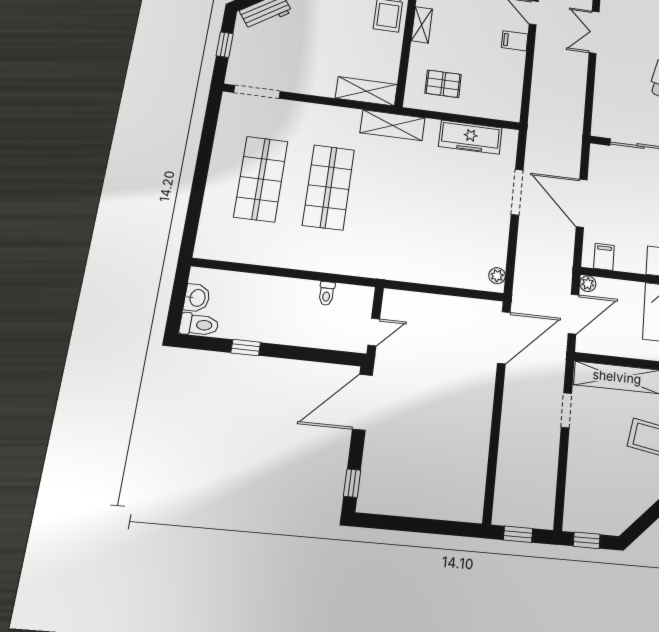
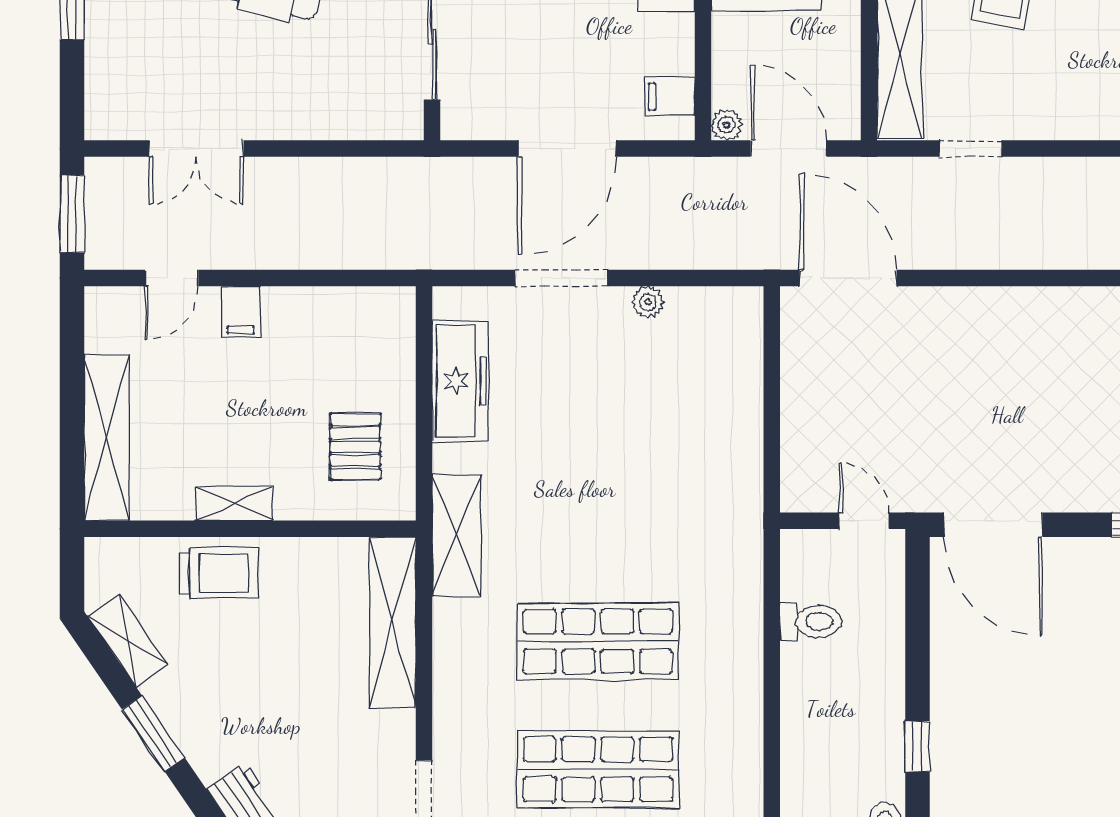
shelving: (366, 91) -> (393, 622), width x1.47
plant: (497, 276) -> (648, 302), moved
toilet: (327, 293) -> (811, 621), width x1.37, depth x1.39

